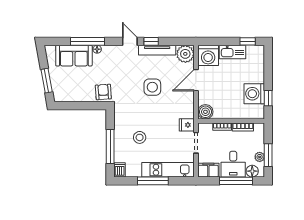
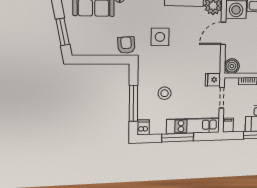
side table: (152, 87) -> (160, 37), moved
filing cabinet: (208, 170) -> (228, 125), width x0.50

